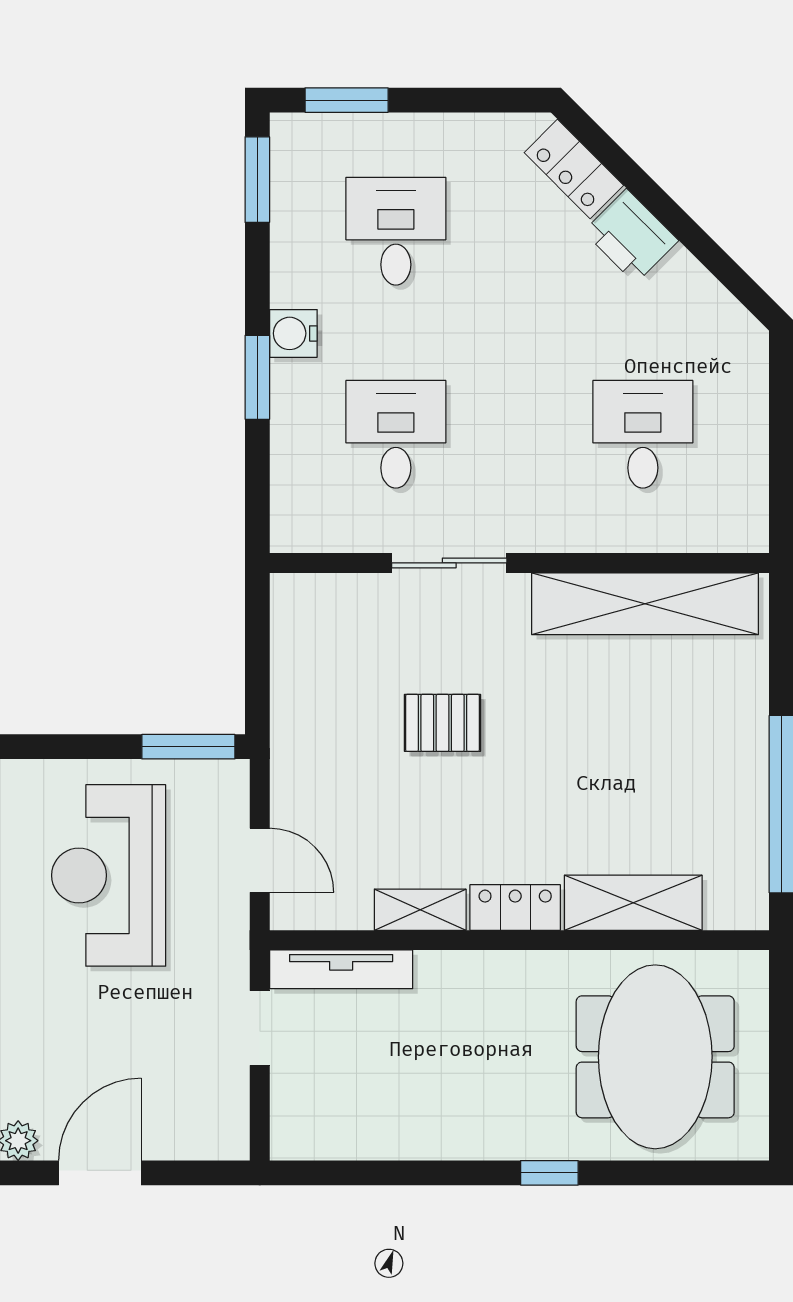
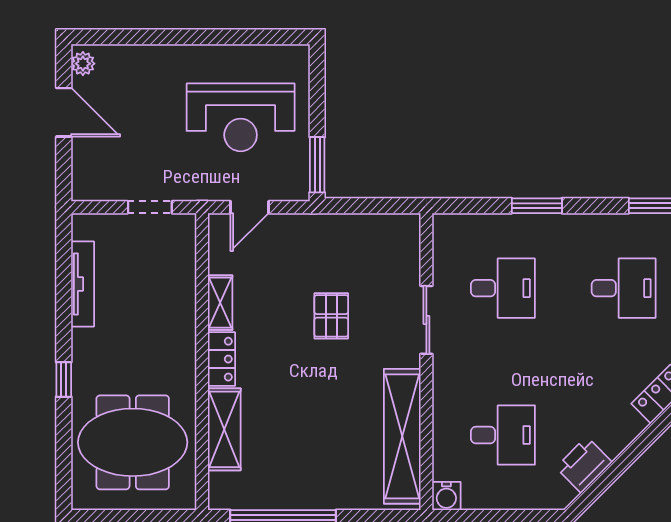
printer: (631, 236) -> (584, 465), moved
water cooler: (293, 333) -> (446, 496), moved, turned 180
reception desk: (109, 875) -> (241, 117), turned 180
tv unit: (341, 969) -> (83, 284), moved, turned 180

